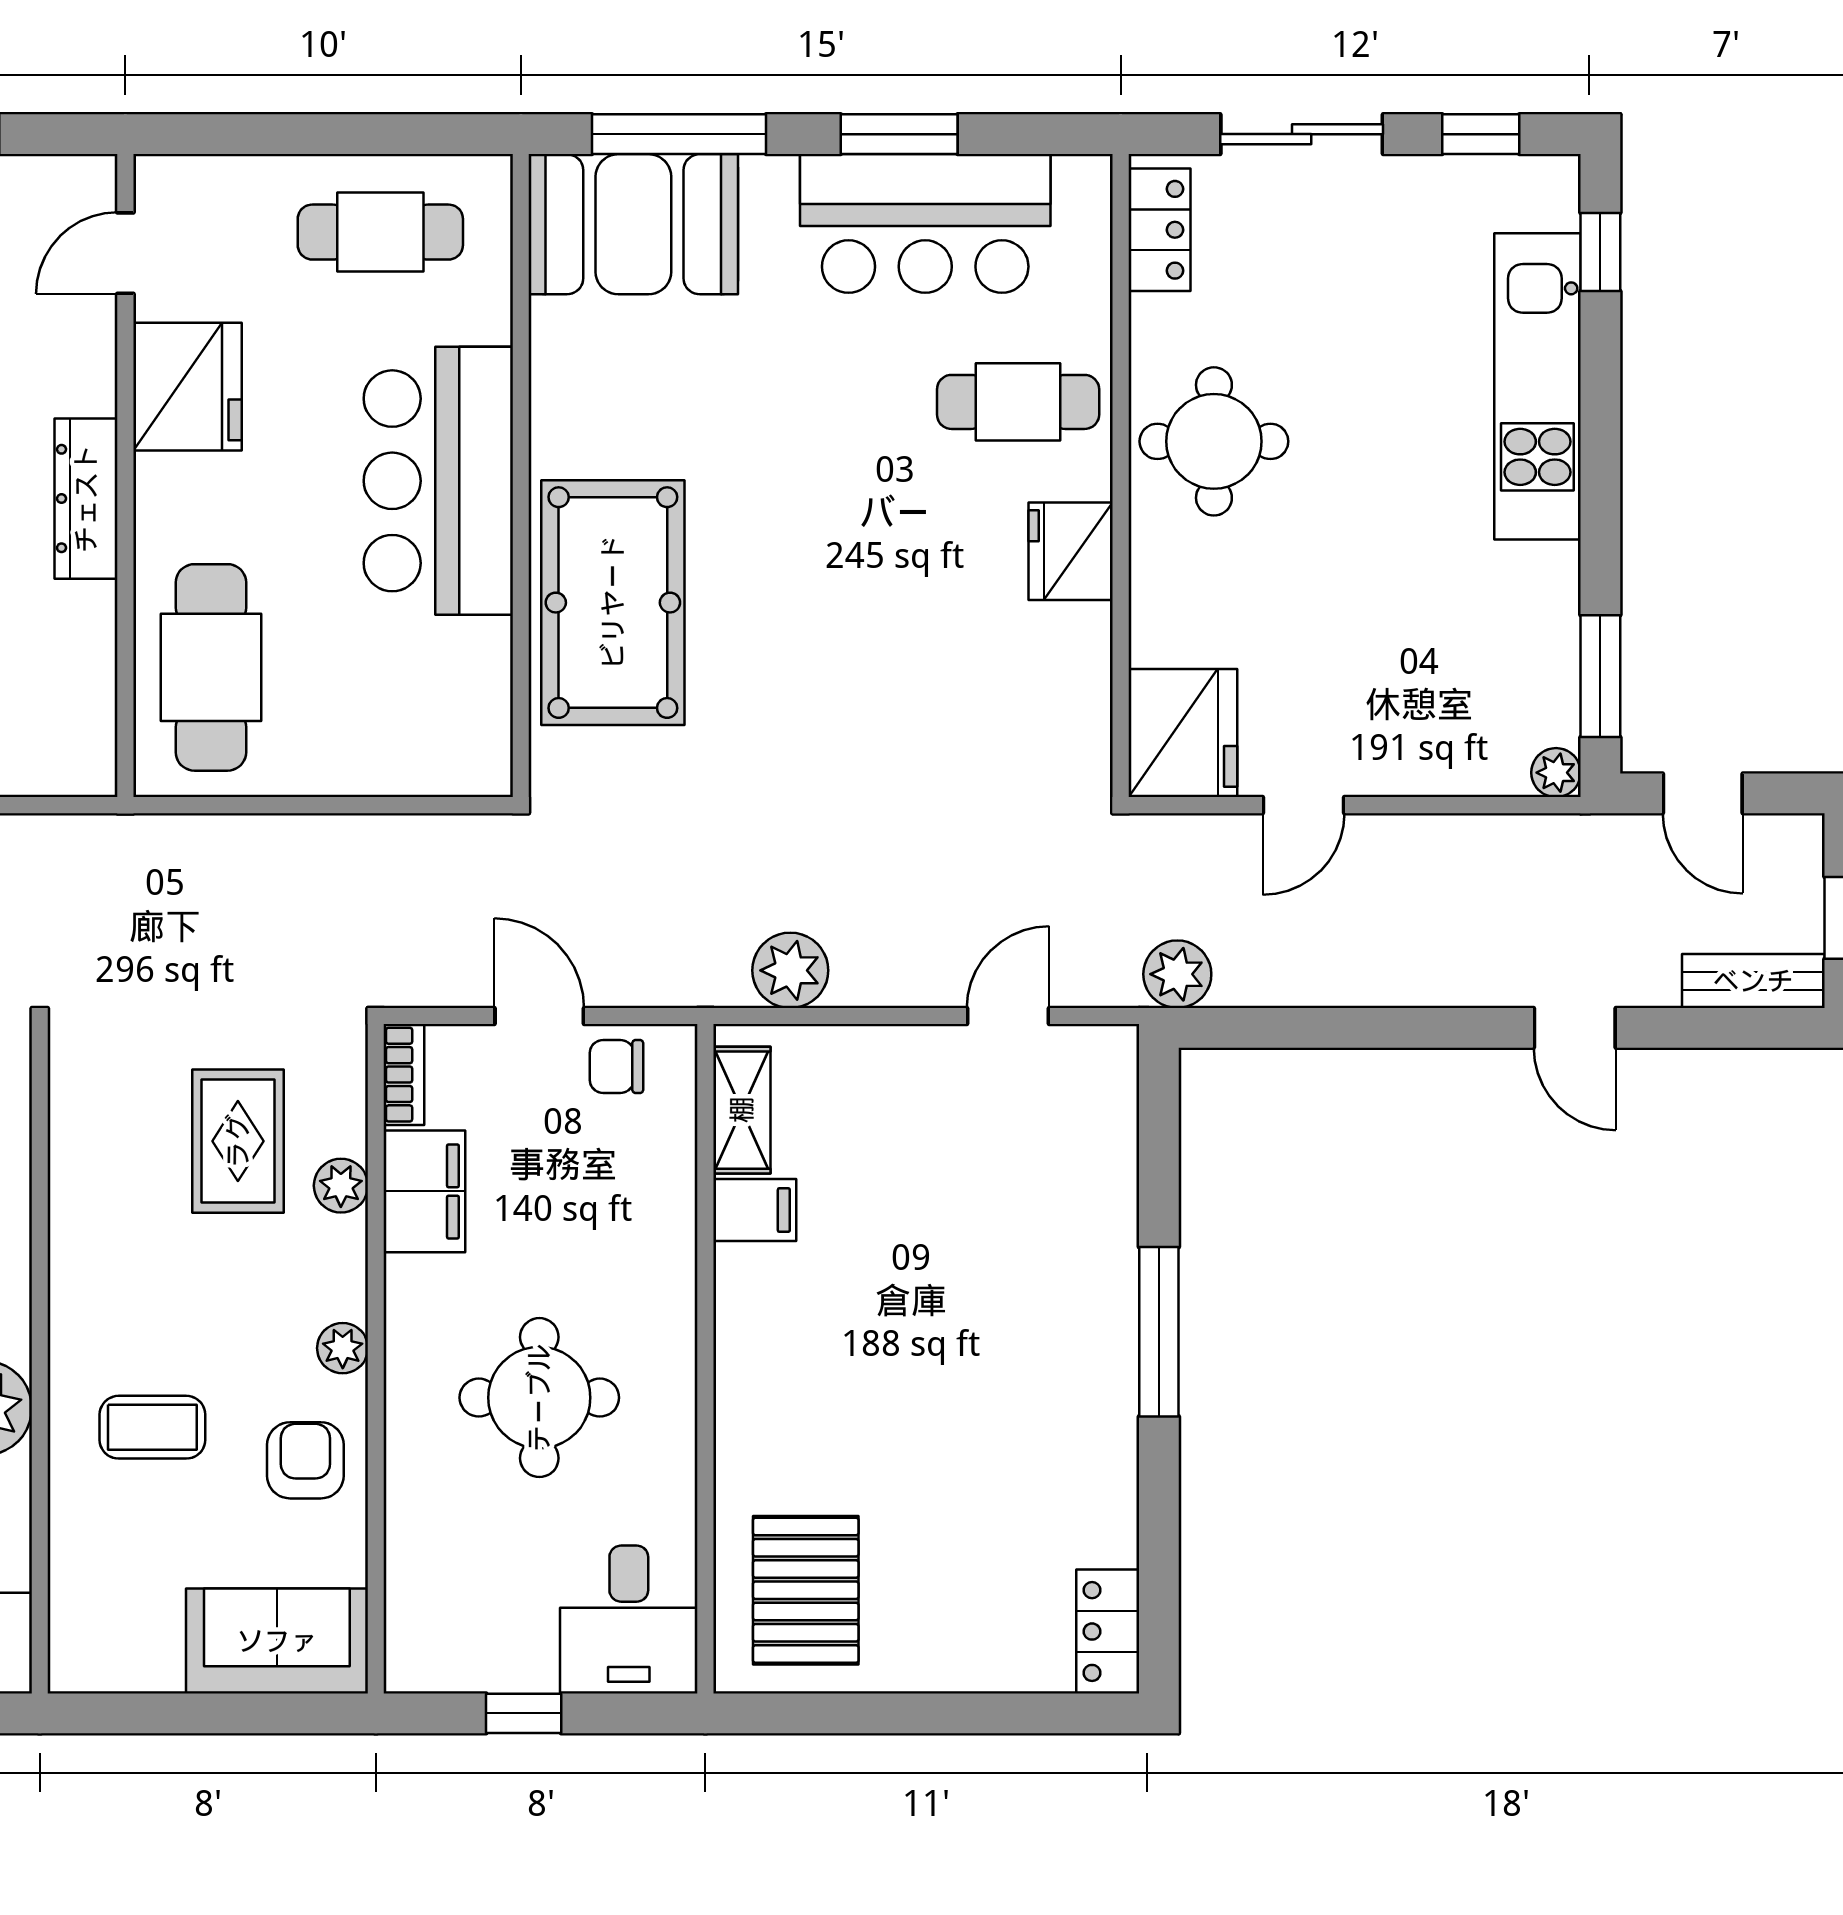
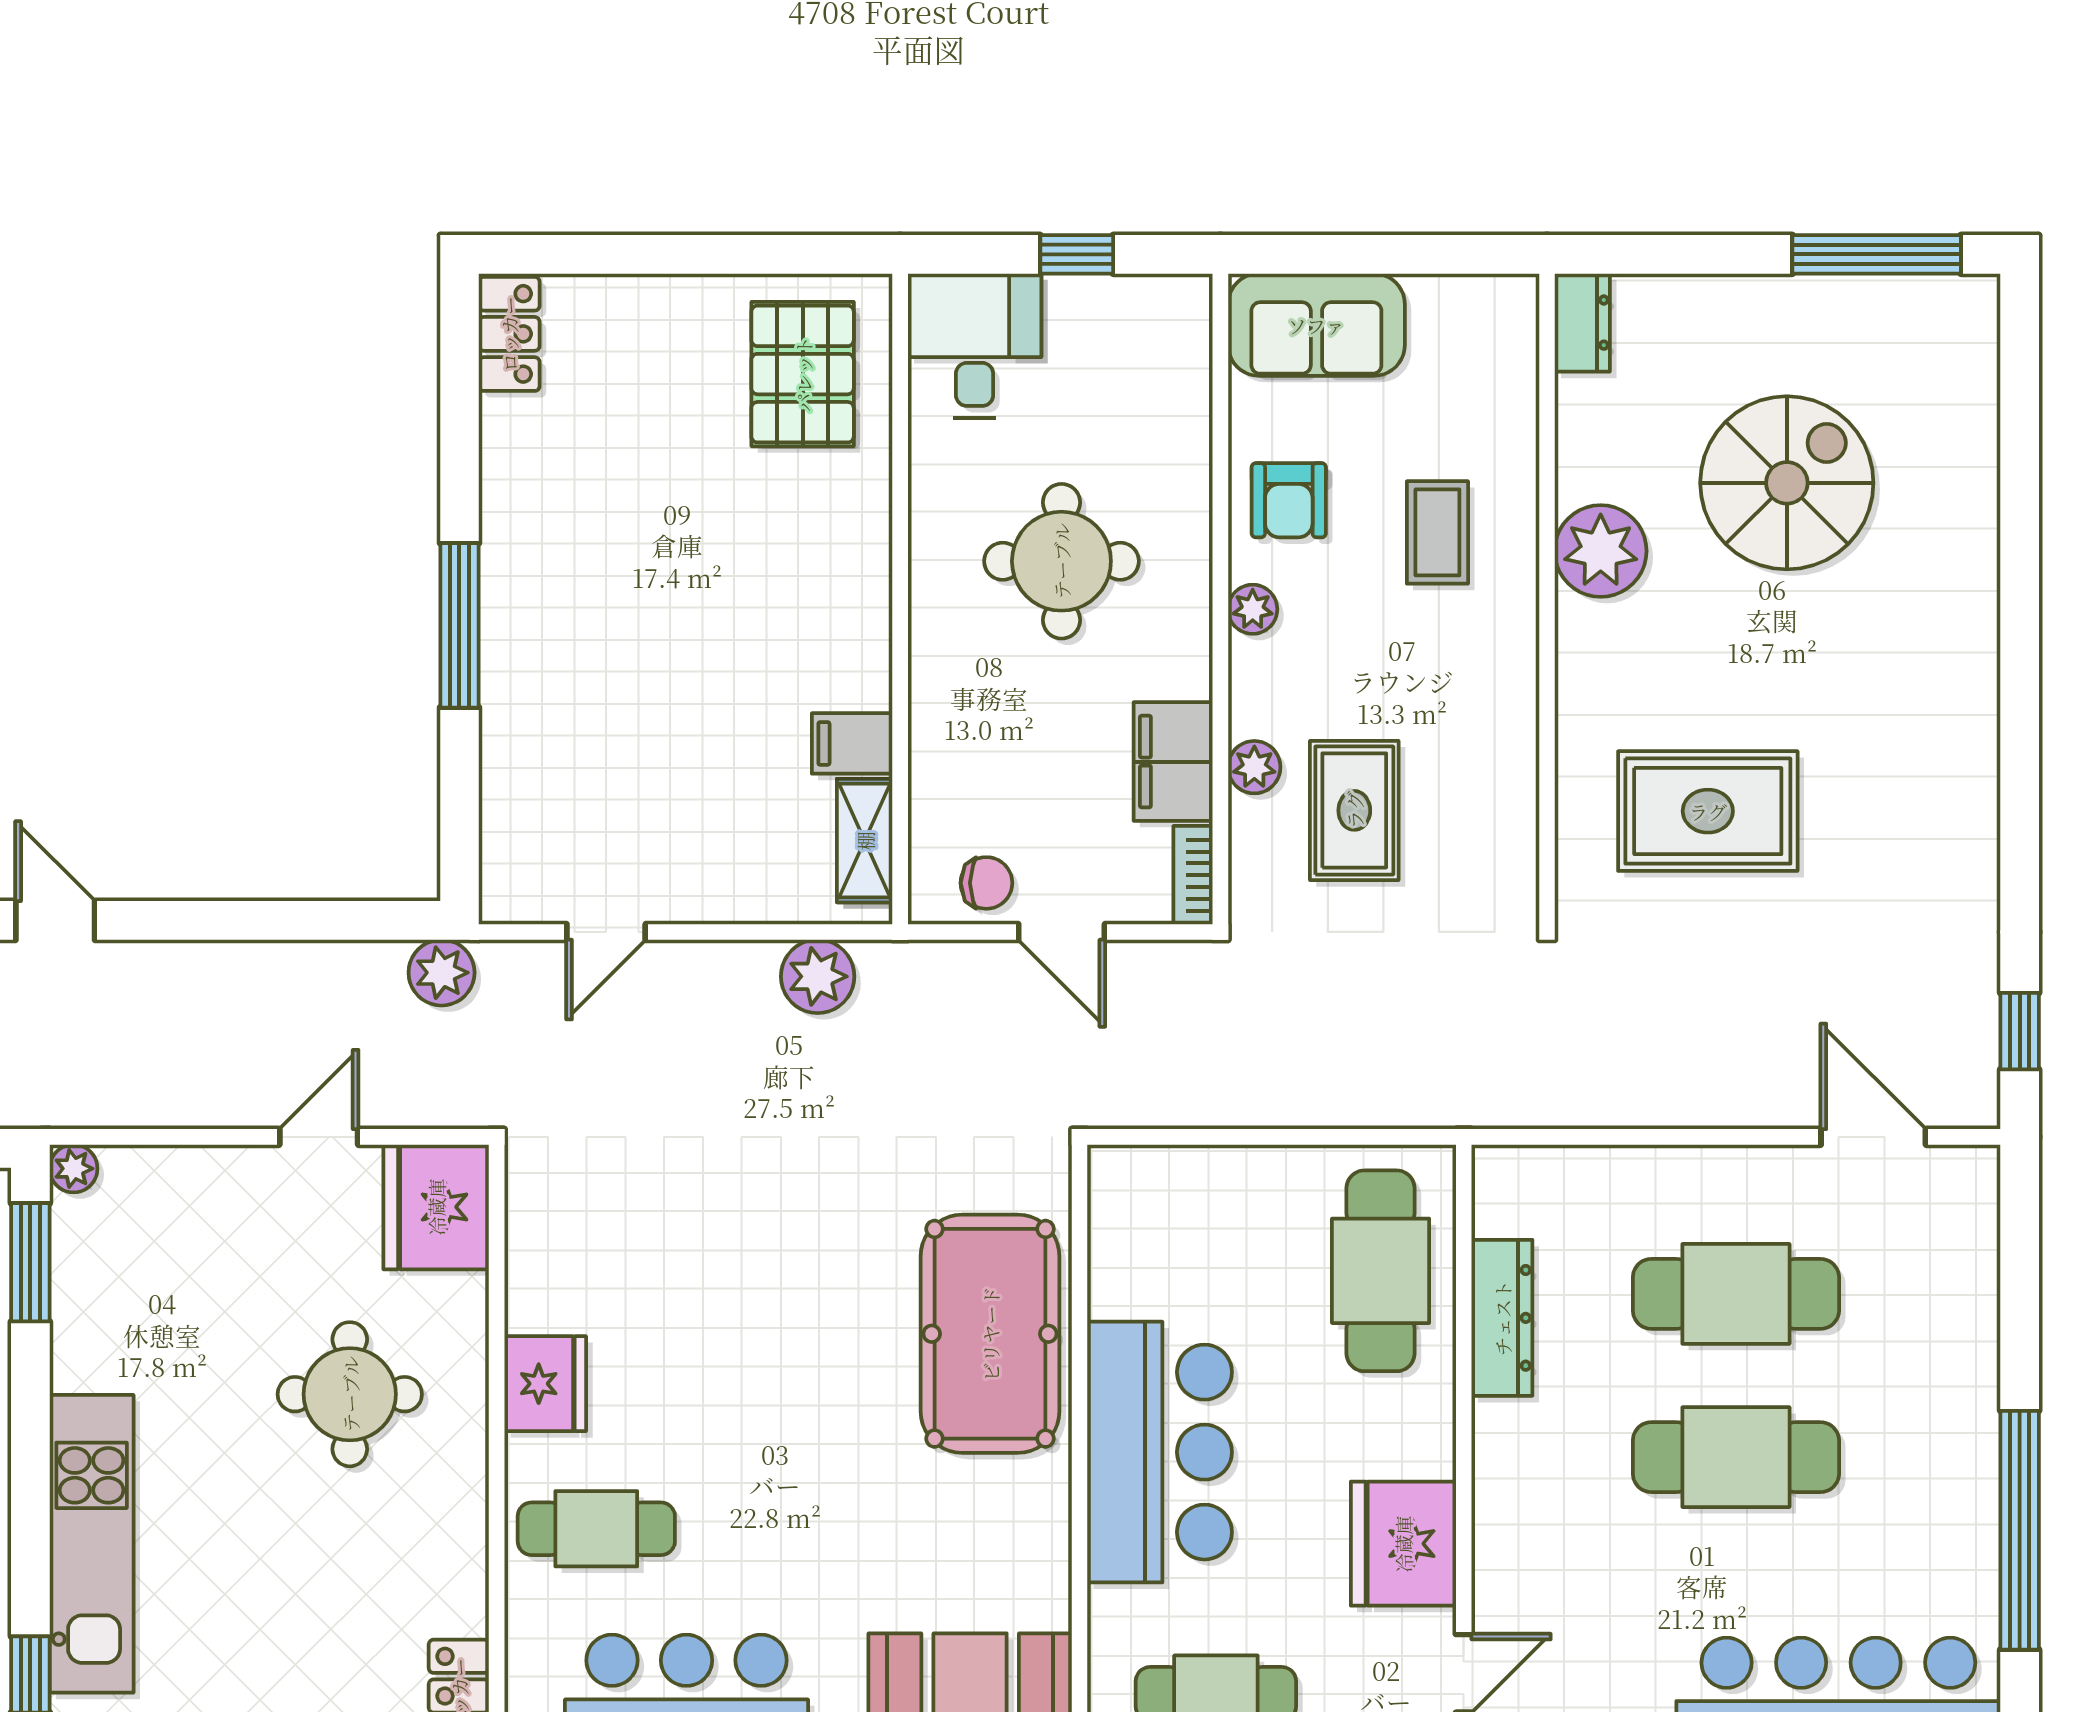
round table: (1214, 441) -> (350, 1394), moved
dresser: (86, 499) -> (1502, 1318), moved
coffee table: (152, 1427) -> (1437, 532), turned 90

